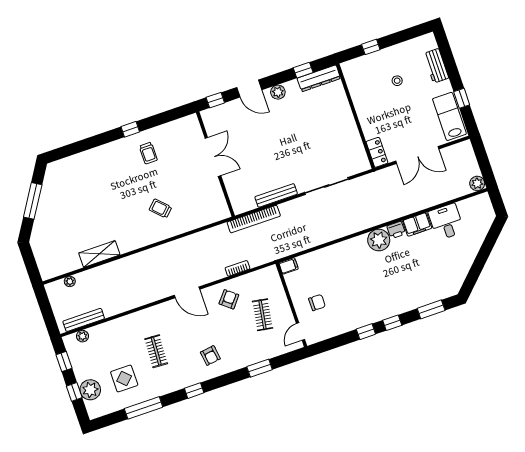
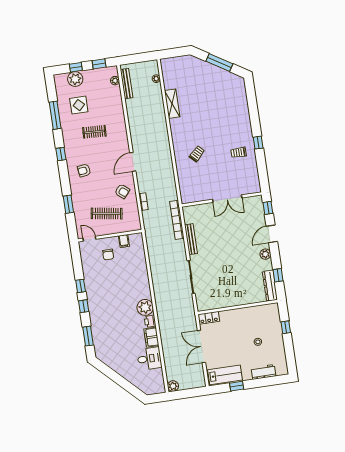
filing cabinet: (289, 266) -> (124, 241), moved
clothes rail: (263, 315) -> (107, 214), width x1.36

